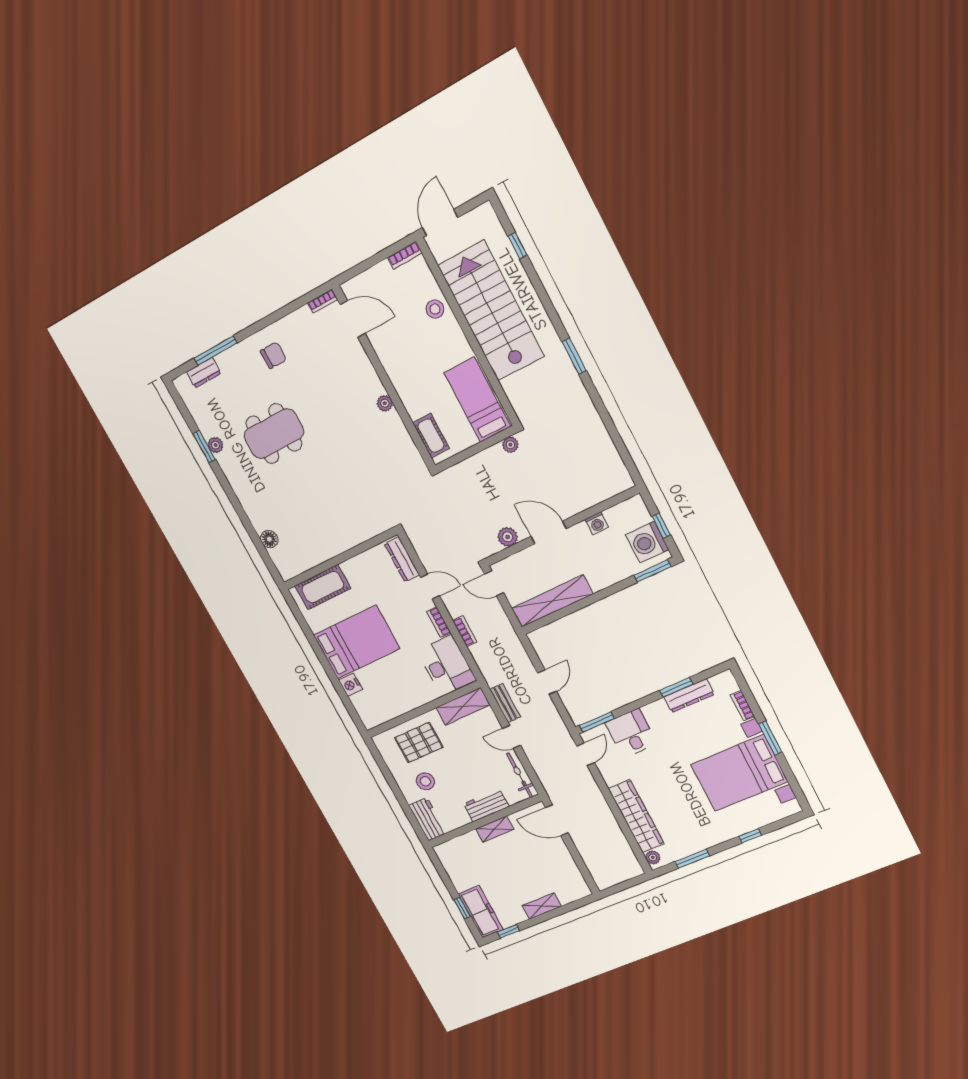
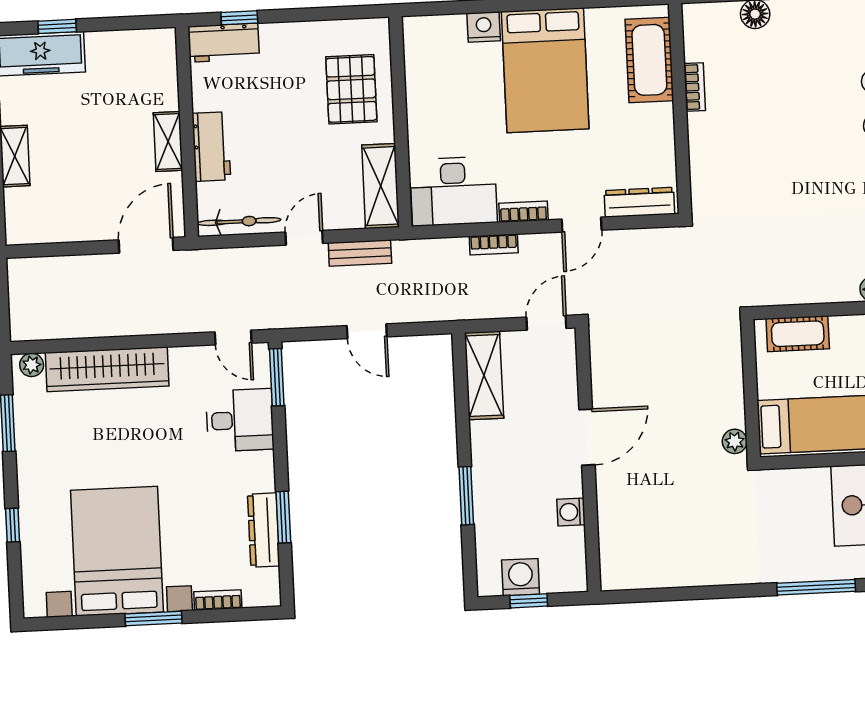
window: (574, 356) -> (816, 587), width x1.44
plant: (508, 537) -> (606, 375), removed
washing machine: (647, 542) -> (521, 577), width x0.73, depth x0.73
bookcase: (324, 556) -> (695, 87), added
window: (652, 571) -> (466, 496), moved
shelving: (552, 601) -> (484, 375), width x0.68
stool: (425, 781) -> (286, 69), removed
window: (411, 816) -> (239, 18), added

